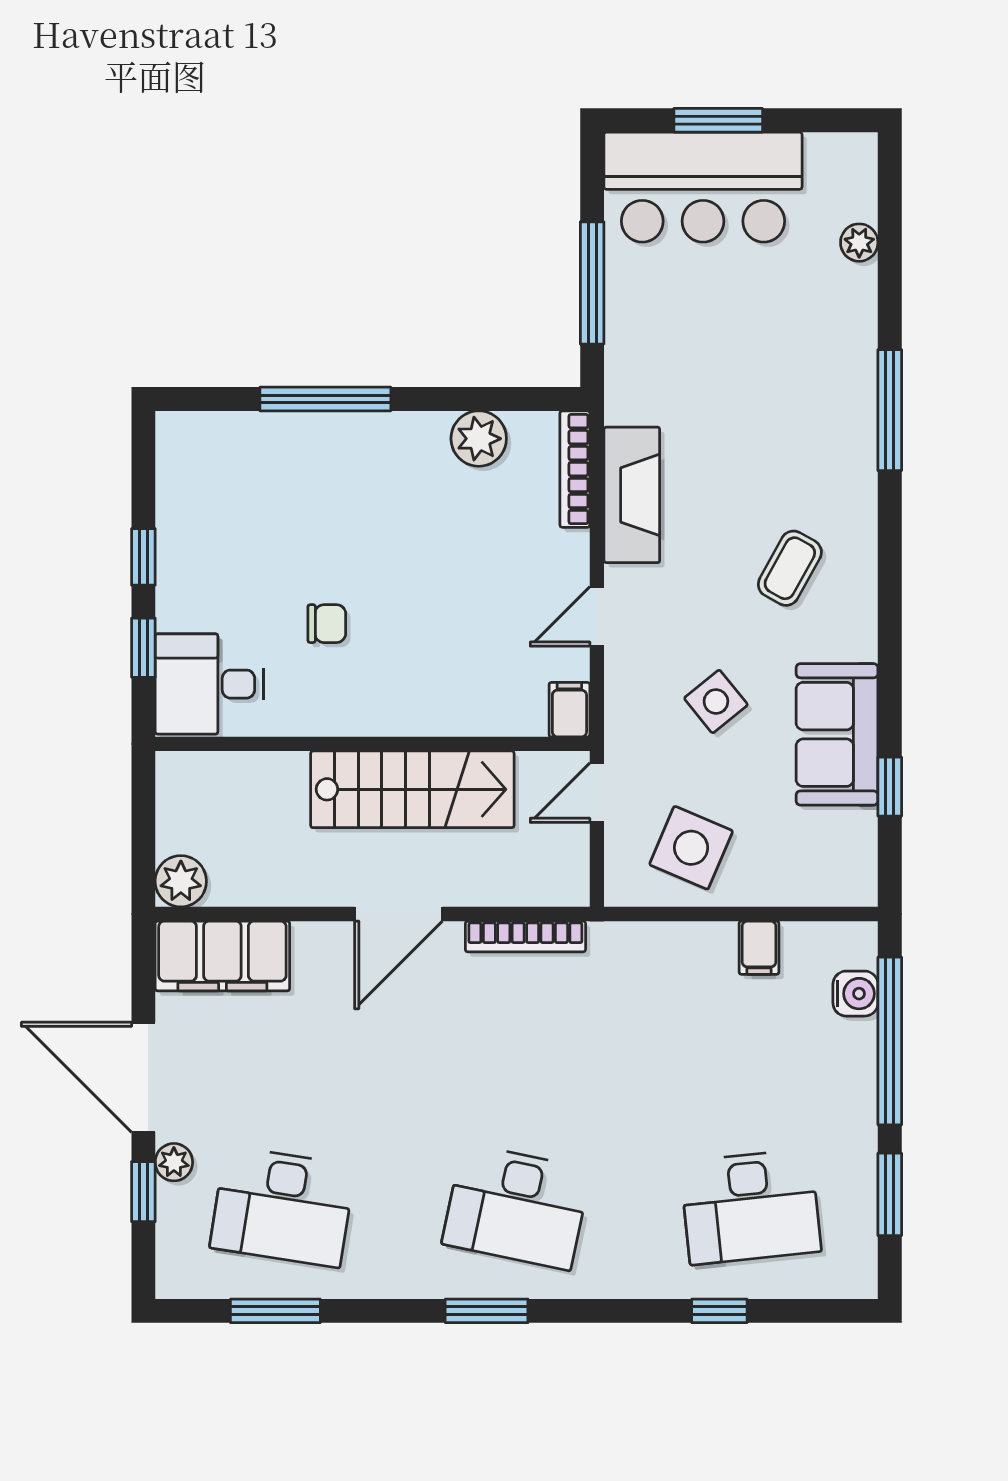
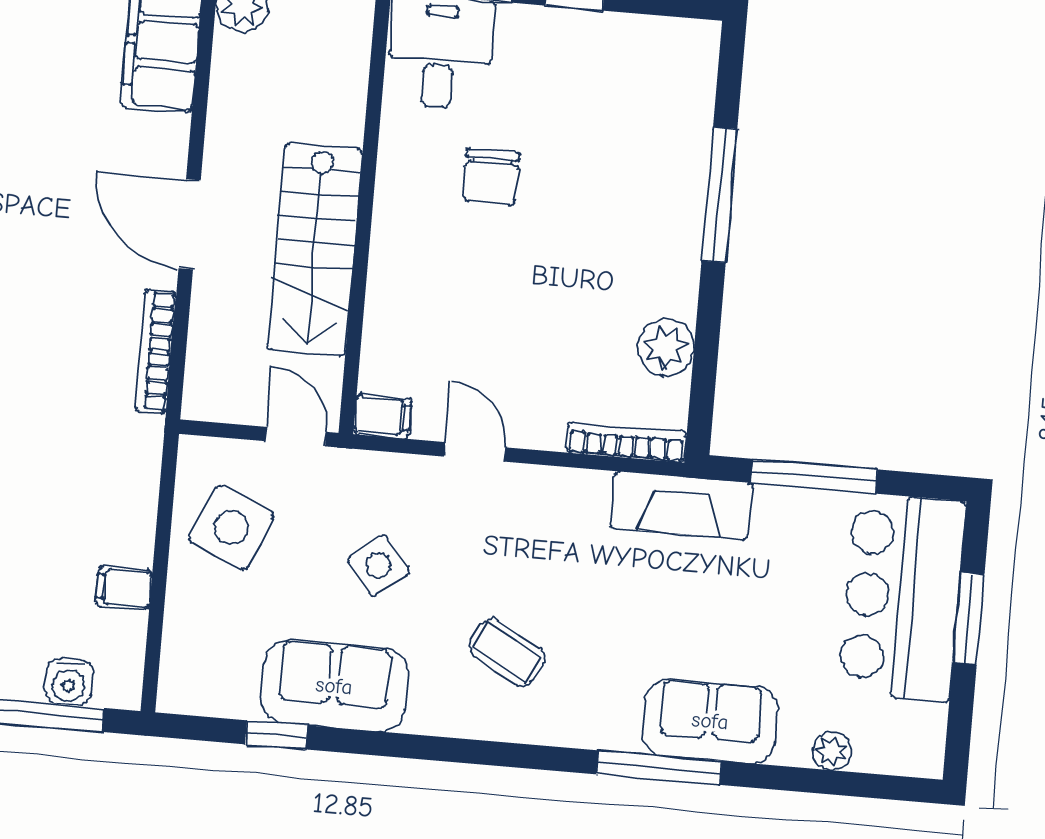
sofa: (840, 364) -> (710, 721), added
fireplace: (632, 495) -> (681, 505), moved
chair: (327, 624) -> (491, 177), width x1.37, depth x1.37

